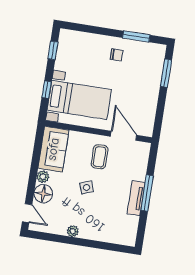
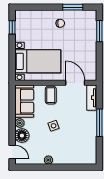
window: (47, 90) -> (12, 57), removed
coffee table: (100, 157) -> (51, 95), moved
tv unit: (136, 198) -> (92, 98), moved

